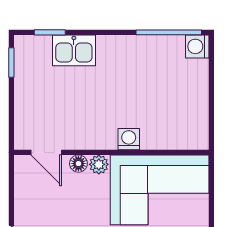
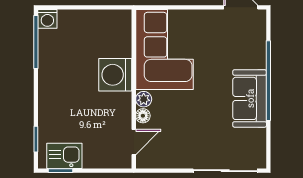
kitchen sink: (74, 50) -> (64, 156), moved, turned -90
washing machine: (129, 139) -> (115, 75), width x1.89, depth x1.89

